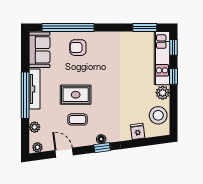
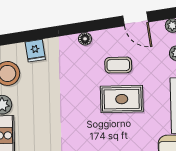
window: (102, 148) -> (84, 27), removed

